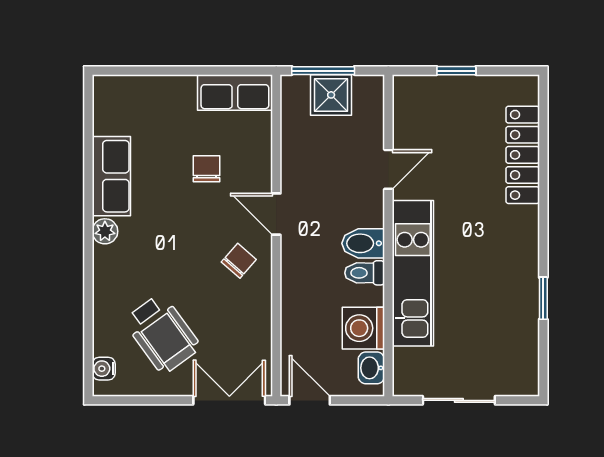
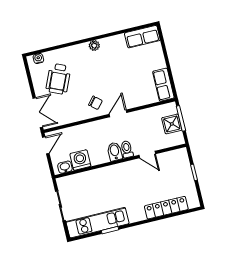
chair: (207, 169) -> (130, 81), removed
row of seats: (111, 176) -> (142, 37), moved
toilet: (365, 273) -> (127, 149), moved
kitchen unit: (413, 273) -> (97, 223), moved, turned 180
wheelchair: (162, 334) -> (58, 79), turned -30

